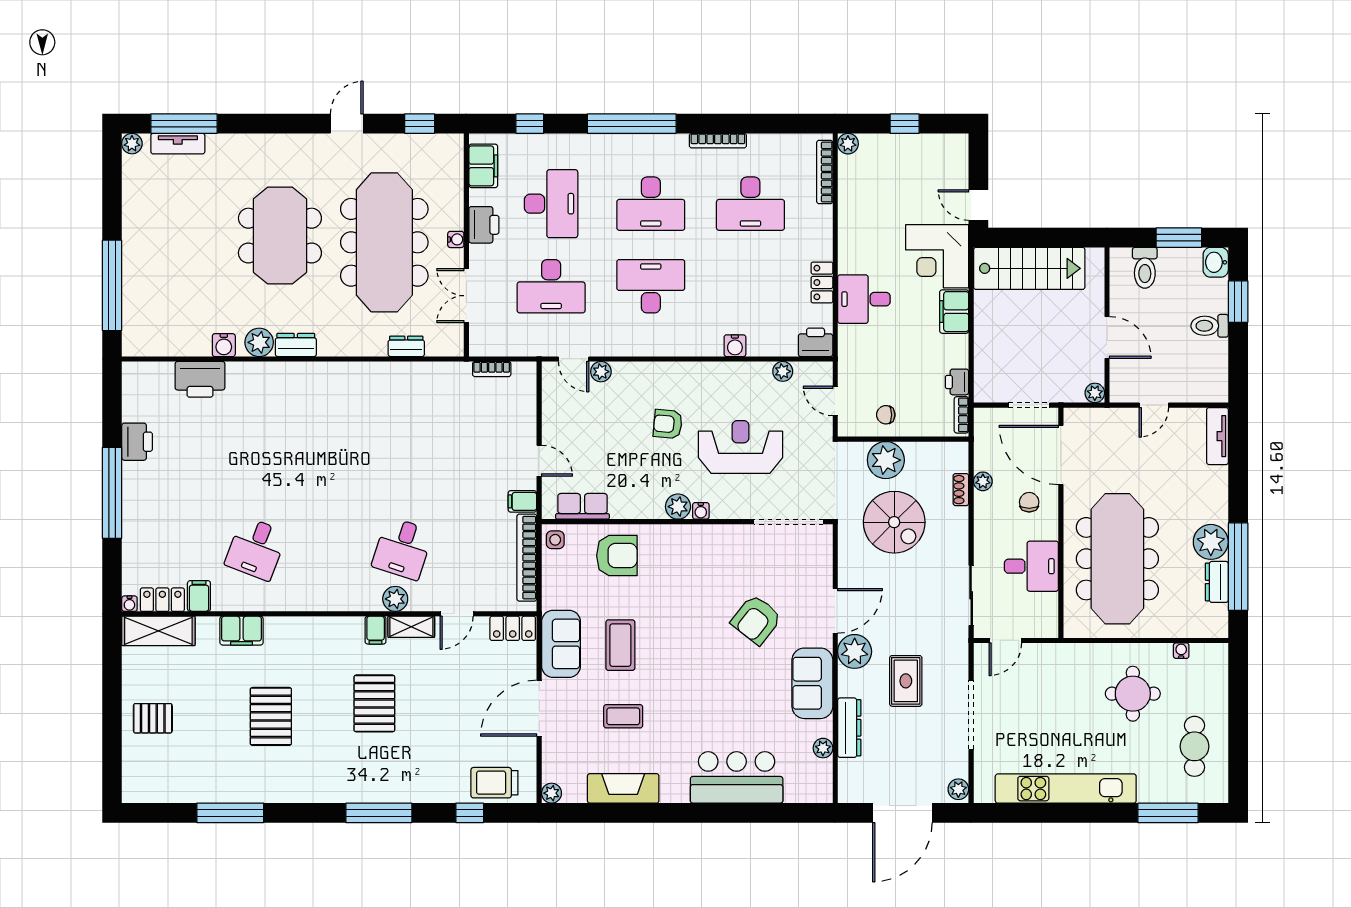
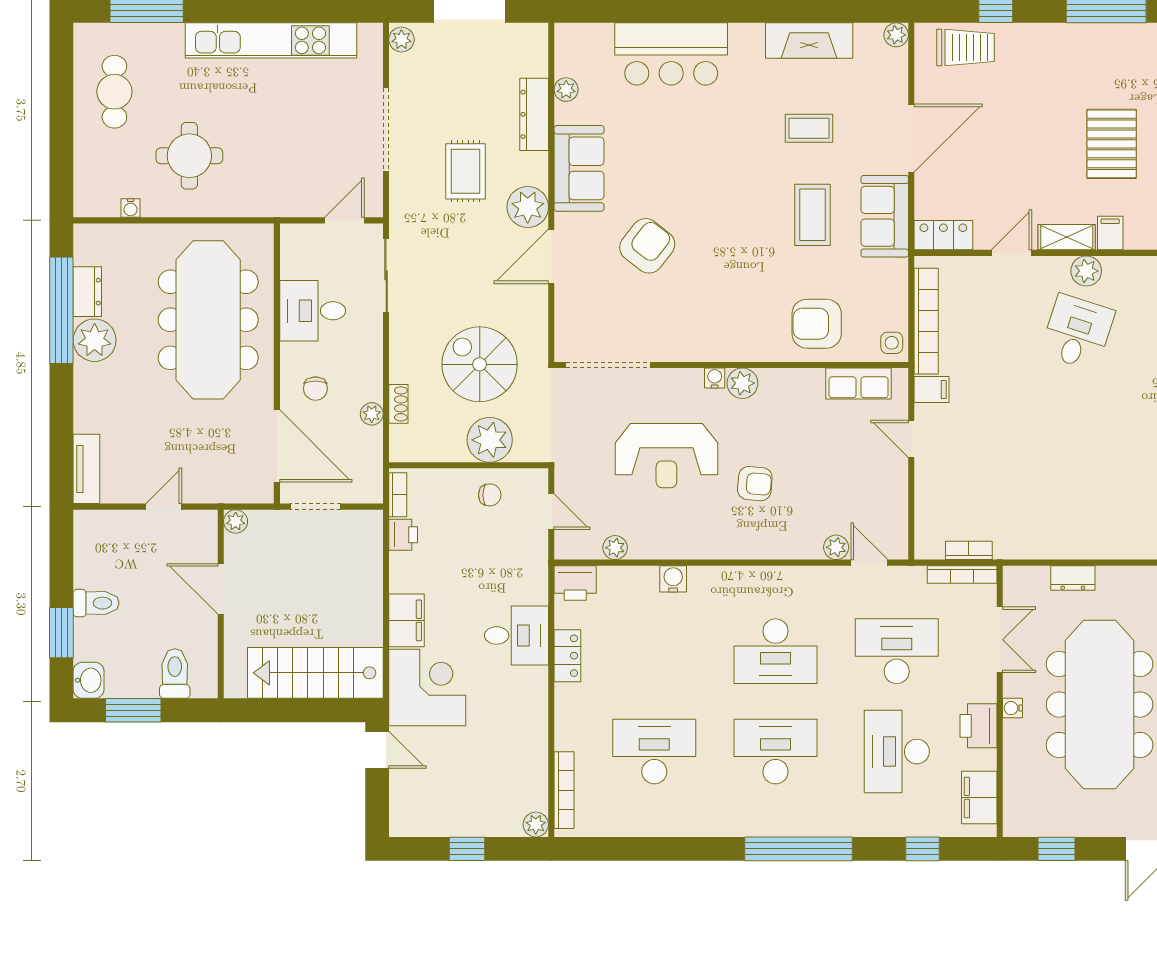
bookcase: (718, 141) -> (962, 575), moved, turned 180

